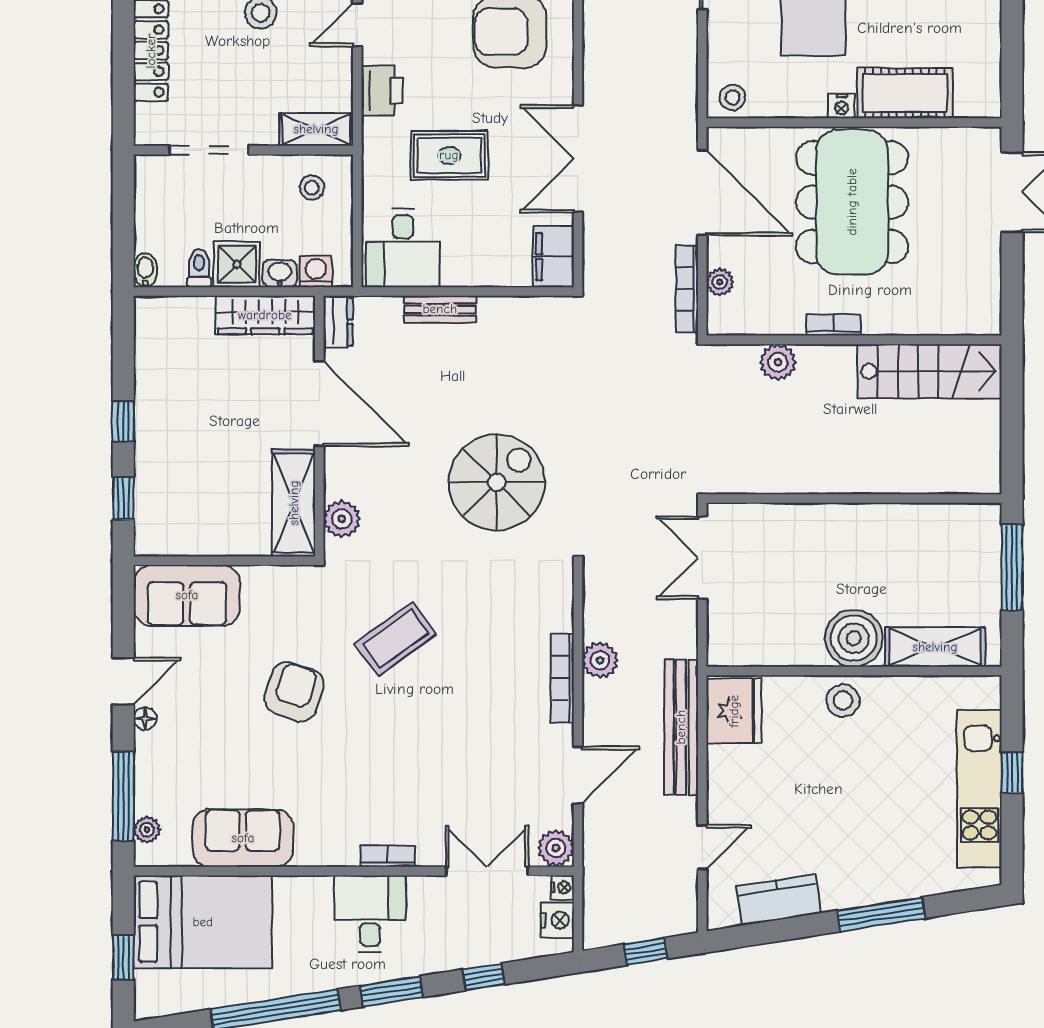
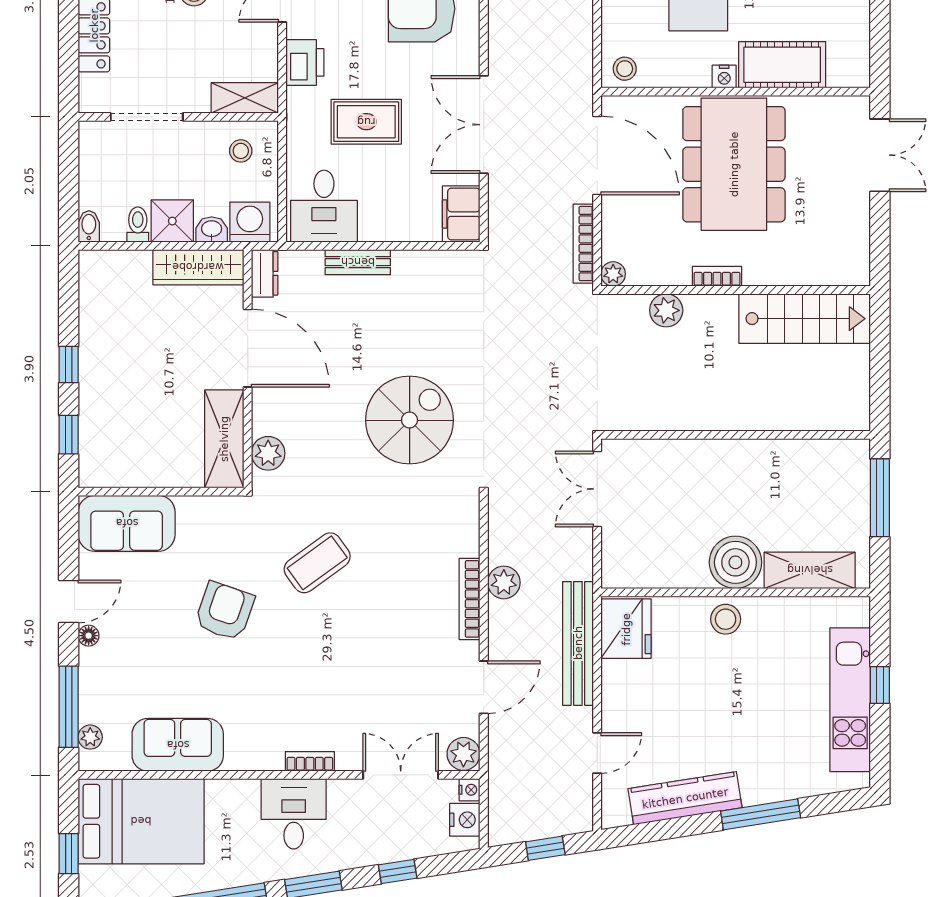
washing machine: (316, 272) -> (250, 222), width x1.38, depth x1.38
plant: (720, 282) -> (613, 274), moved
kitchen counter: (779, 900) -> (685, 798), width x1.50

